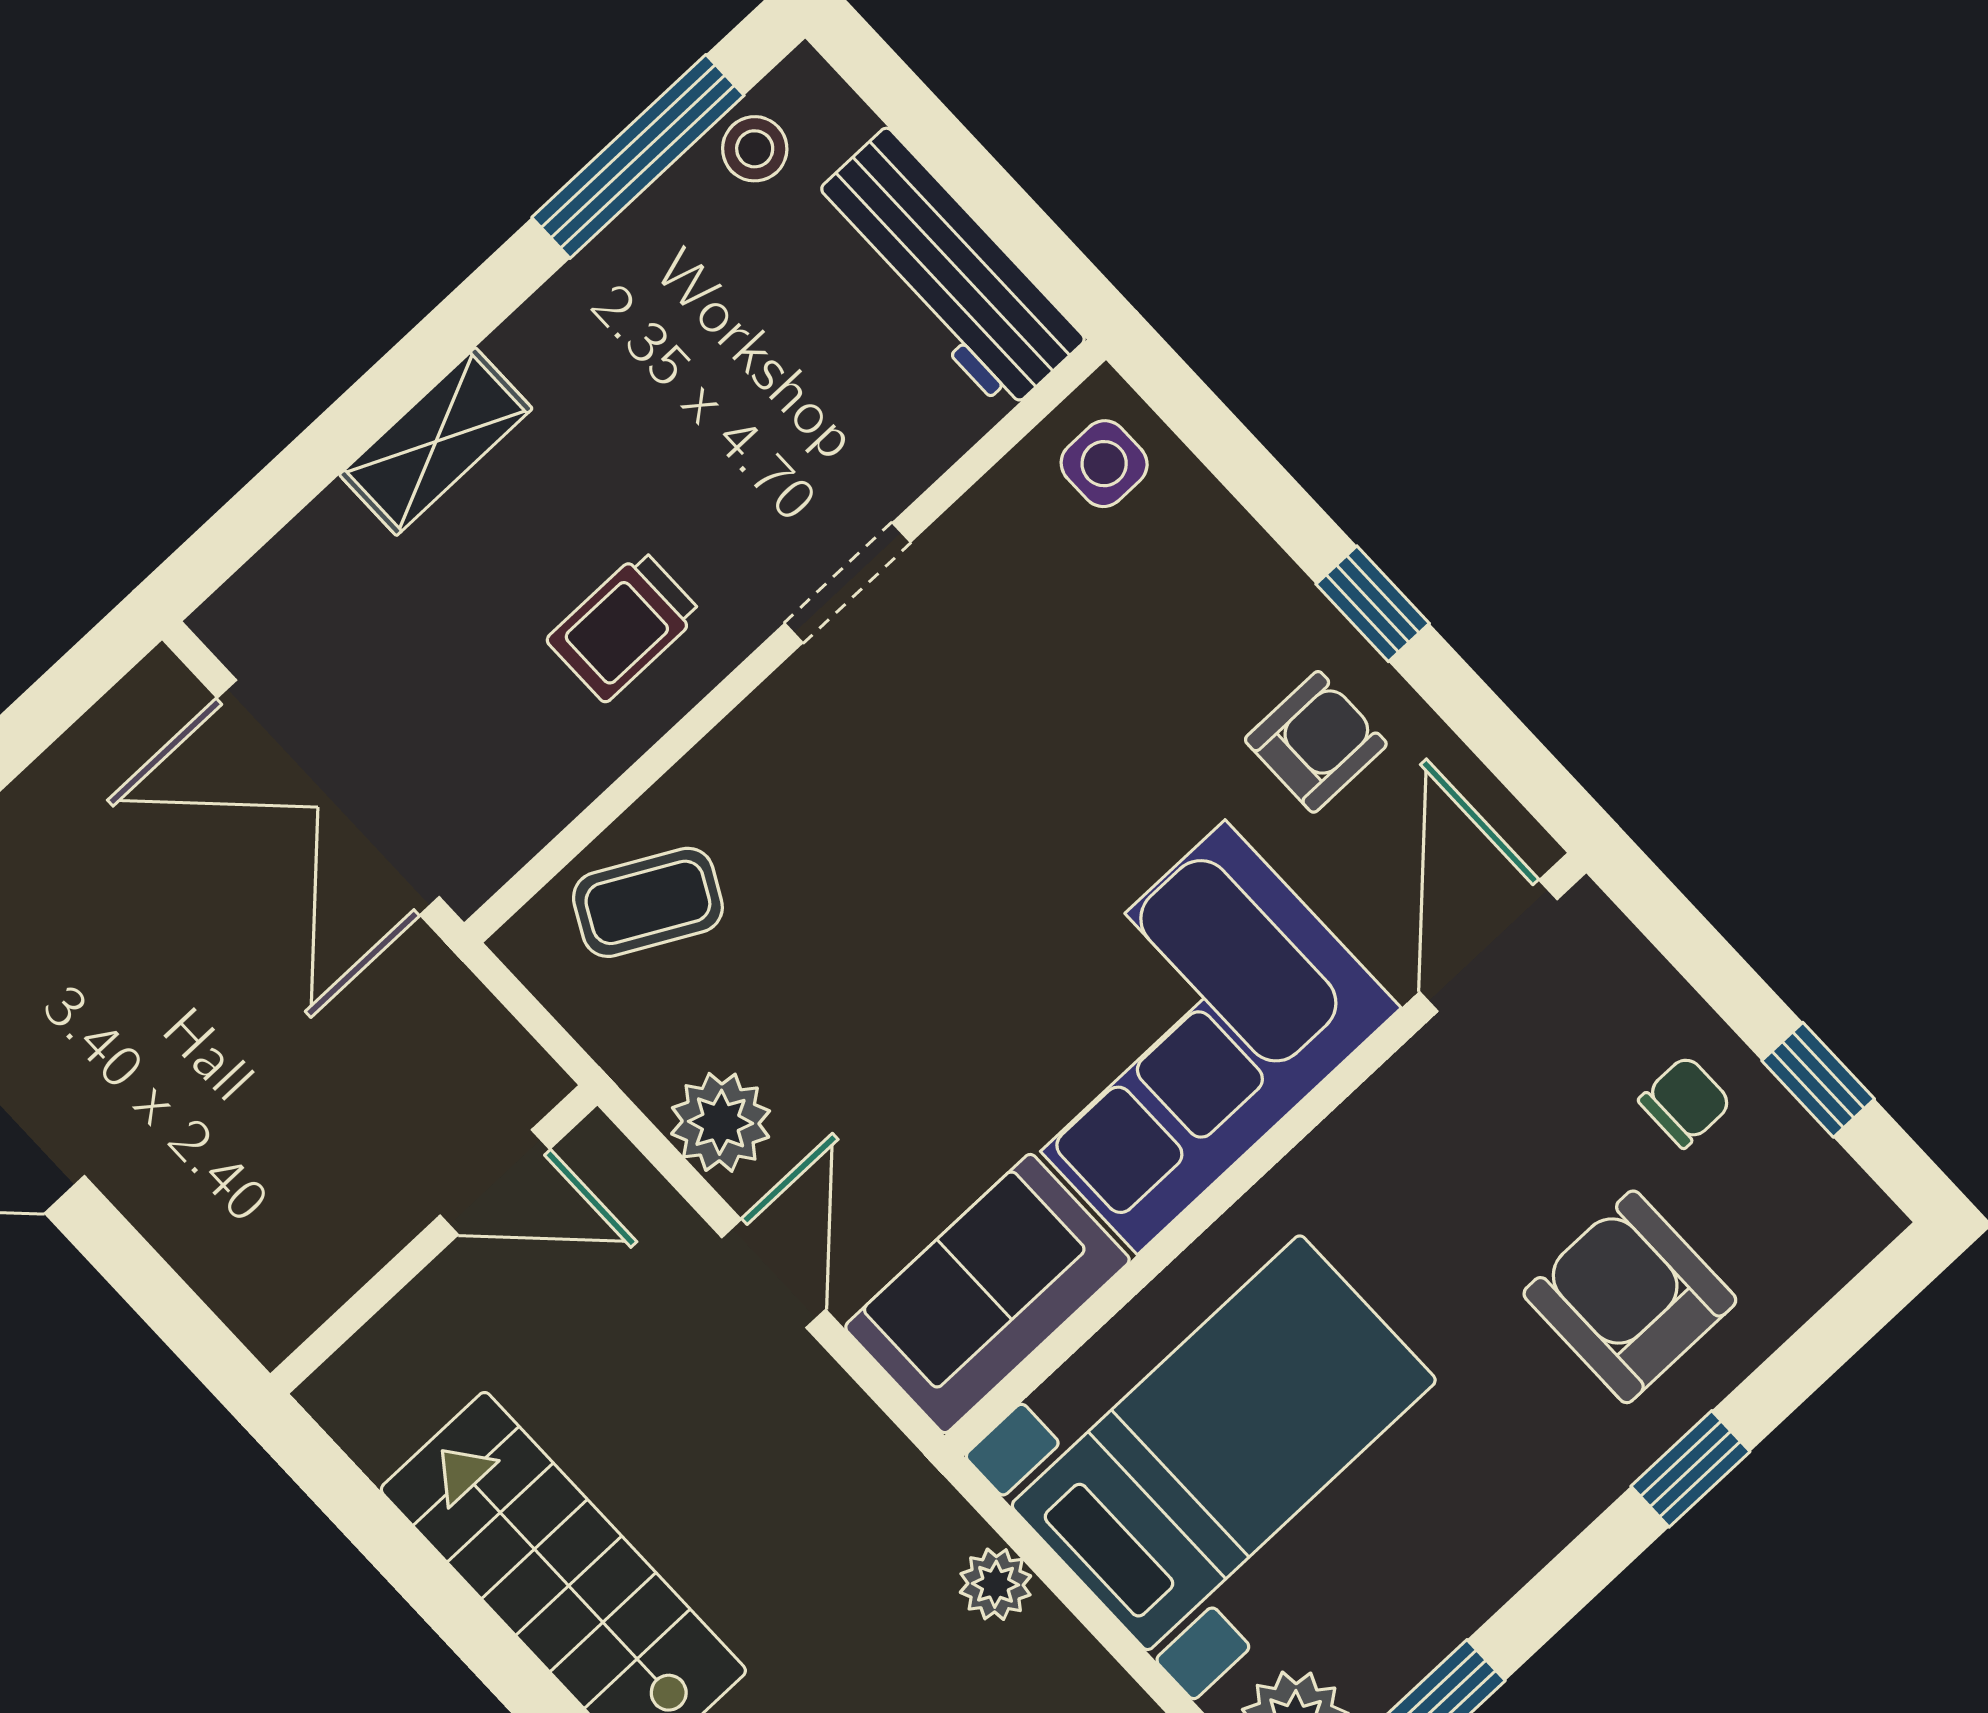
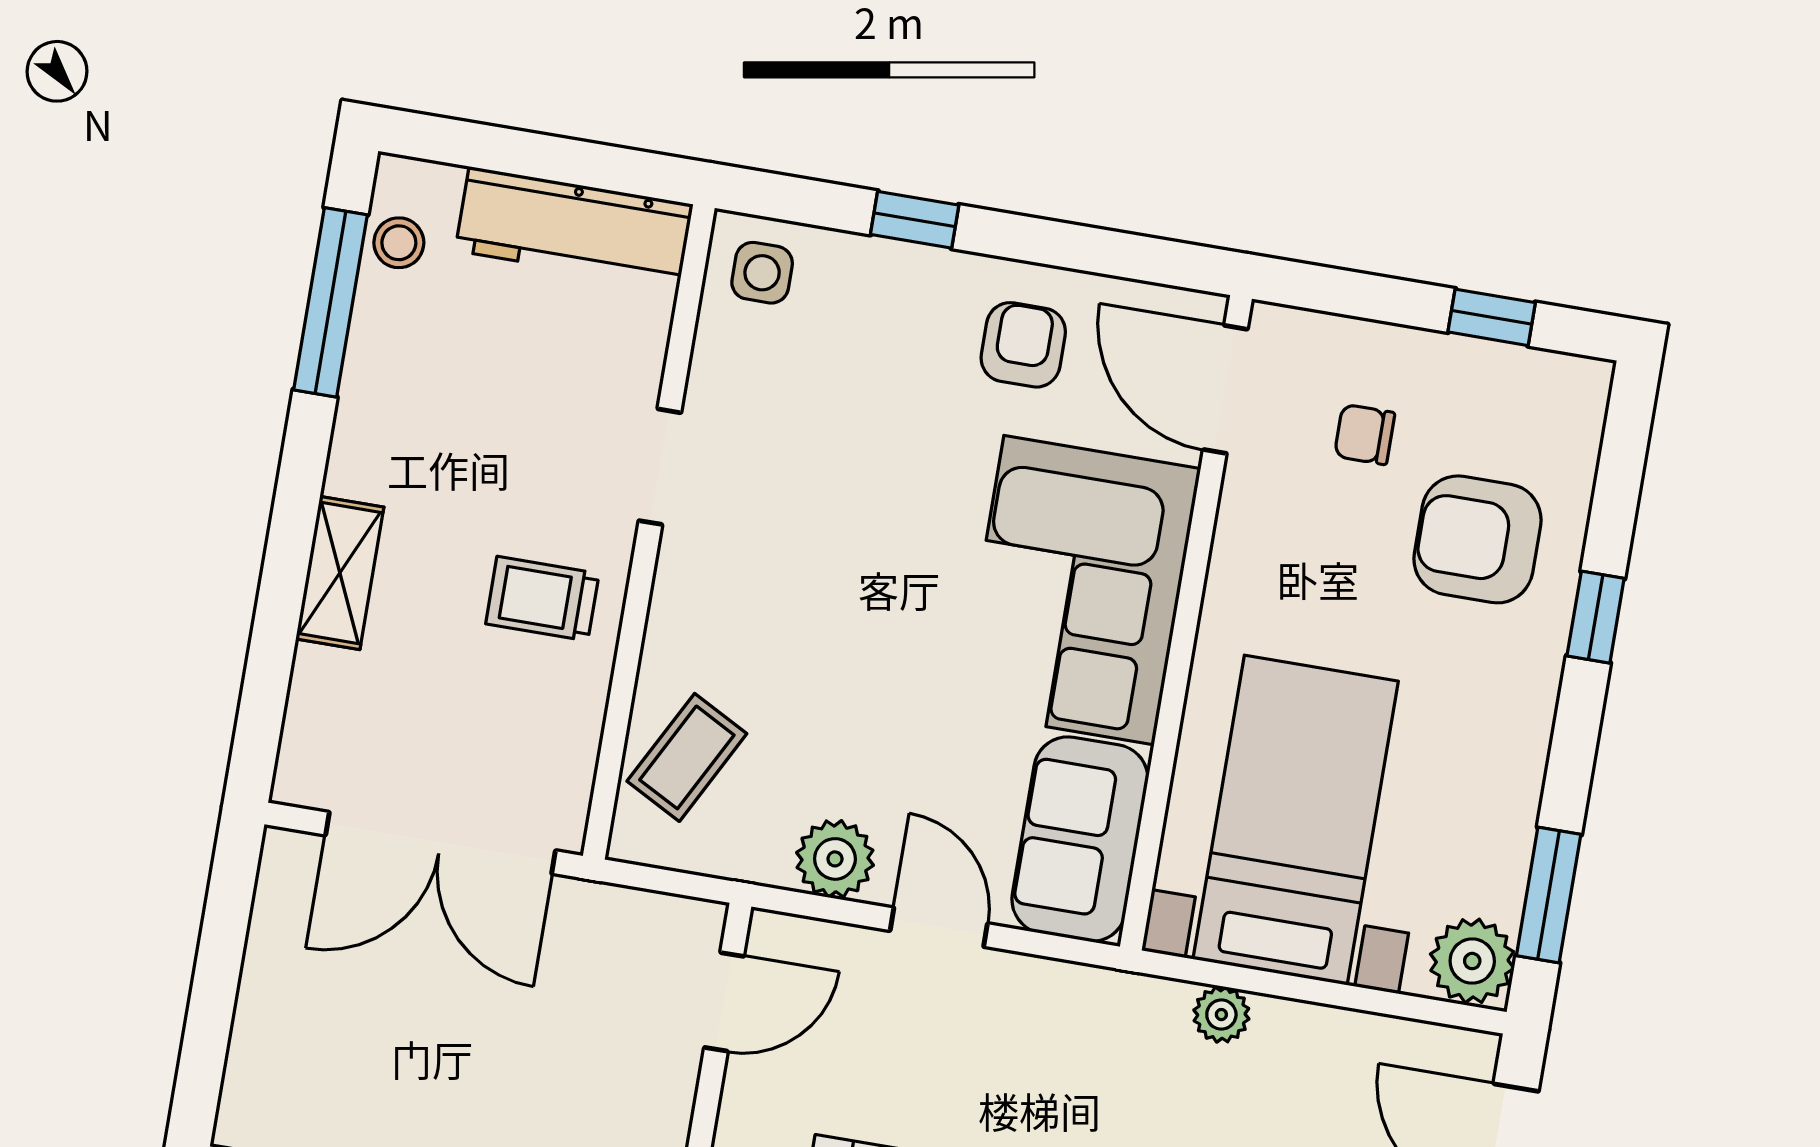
window: (1373, 604) -> (915, 220), moved
trolley: (624, 626) -> (542, 599), turned 90
chair: (1685, 1102) -> (1365, 434), moved, turned -90

